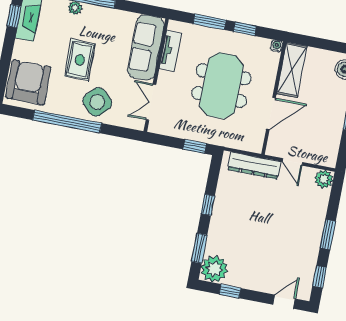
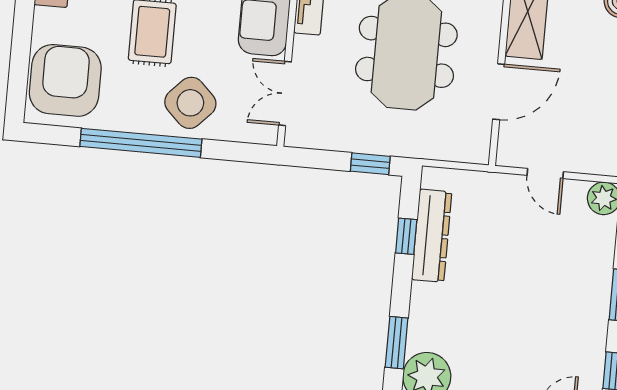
dresser: (254, 166) -> (432, 236), moved, turned -90
window: (208, 205) -> (406, 236), moved

